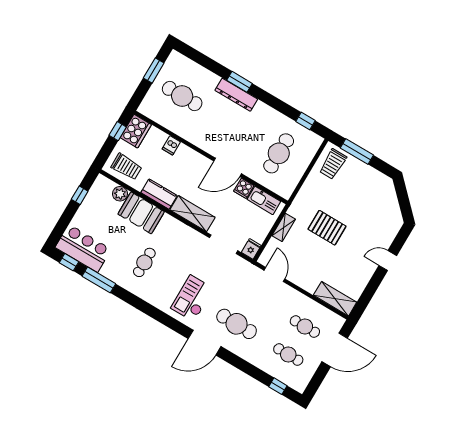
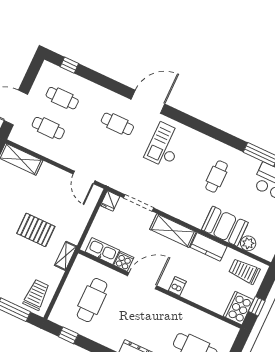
dishwasher: (171, 145) -> (177, 286), moved
shelving: (284, 227) -> (66, 256), moved
checkout: (192, 298) -> (165, 145), turned 180
cafe table: (237, 324) -> (117, 124), width x0.73, depth x0.74

